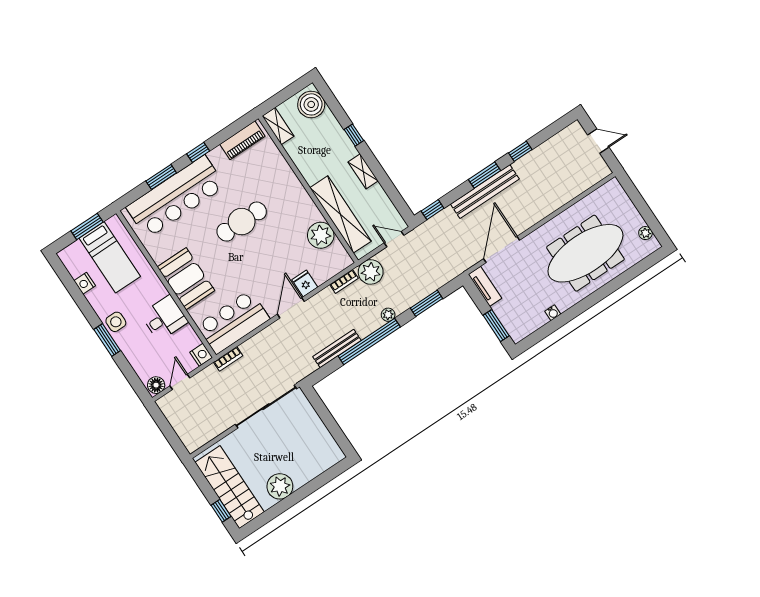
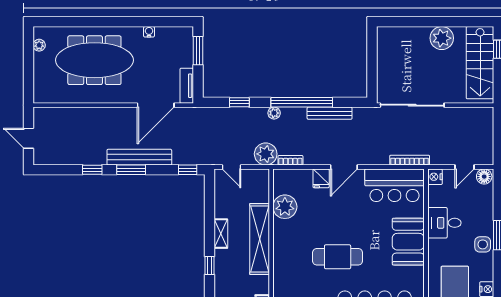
shelving: (340, 214) -> (260, 239), moved
window: (426, 303) -> (239, 102), width x0.67
bookcase: (228, 359) -> (410, 160), width x1.56

